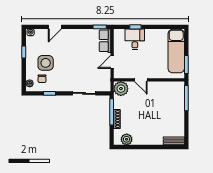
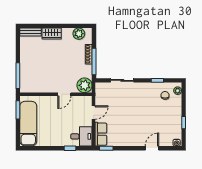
desk: (135, 39) -> (81, 136), moved, turned -90
side table: (46, 63) -> (161, 111), removed
door: (141, 80) -> (64, 94), swing flipped
wardrobe: (153, 140) -> (52, 33), added

